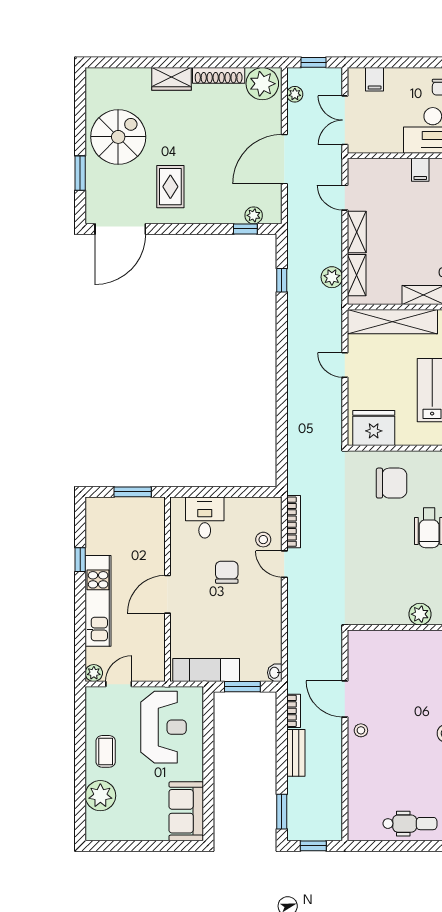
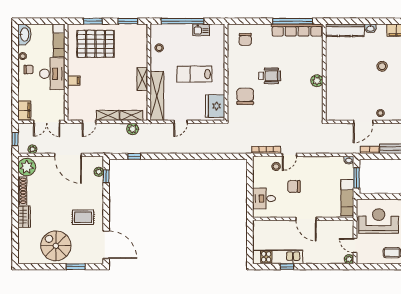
filing cabinet: (375, 79) -> (24, 110), width x2.00
window: (133, 492) -> (250, 238), removed
kitchen unit: (98, 601) -> (278, 257), moved

